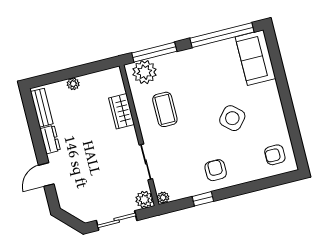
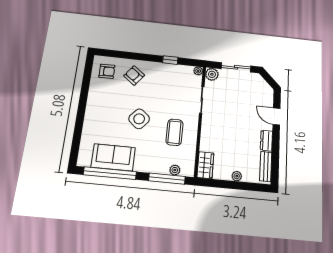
sofa: (256, 58) -> (113, 157), moved, turned -90
plant: (144, 72) -> (175, 170), width x0.53, depth x0.53
wardrobe: (122, 111) -> (205, 165), moved
side table: (232, 118) -> (139, 119), moved
armchair: (216, 170) -> (134, 75), moved, turned 127
door: (46, 175) -> (276, 116), swing flipped

